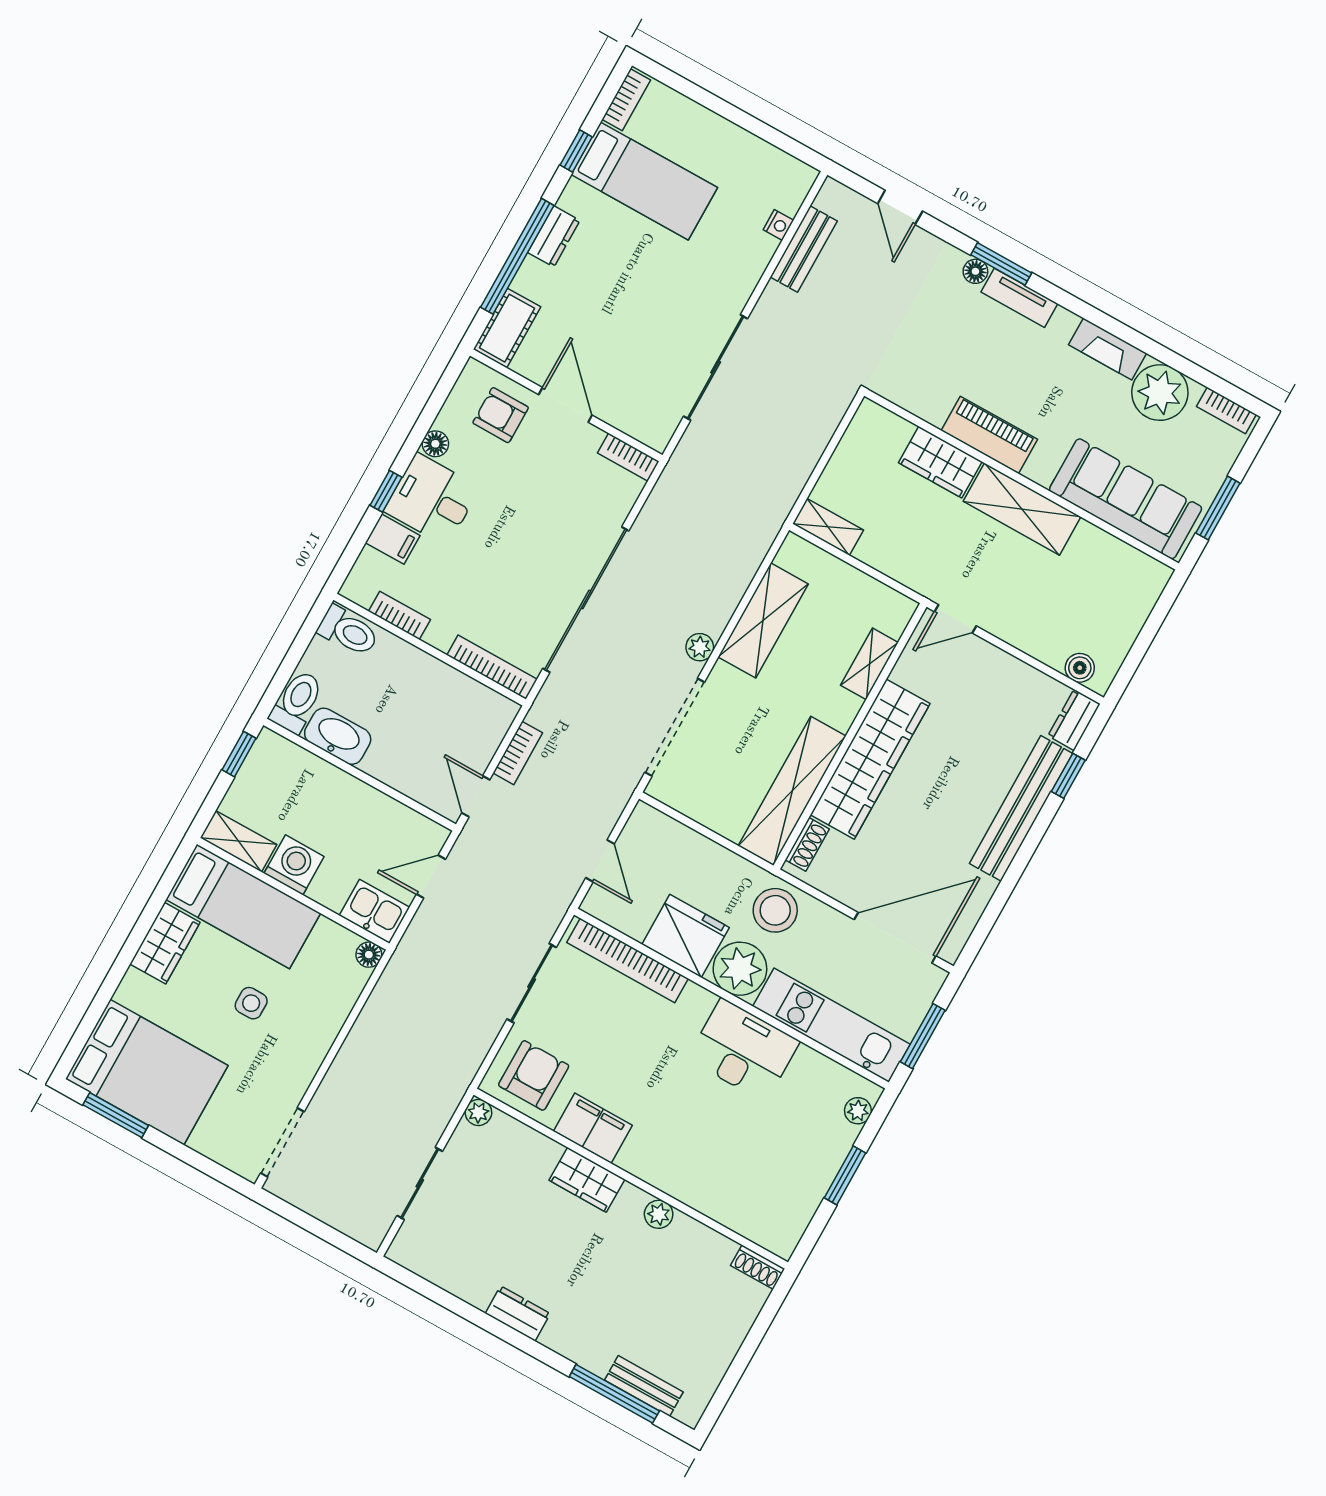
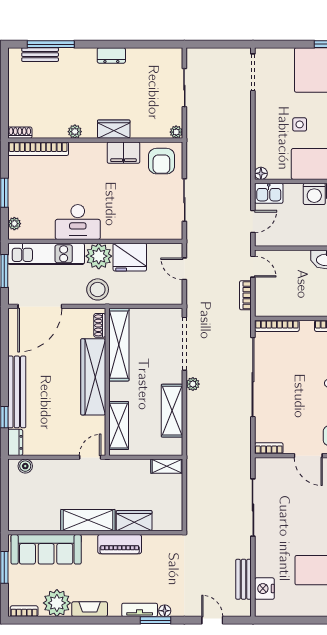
nightstand: (778, 225) -> (264, 589), width x1.89, depth x1.79
shelving: (869, 664) -> (119, 426), width x1.50, depth x1.33
bookcase: (628, 960) -> (38, 149), moved, turned 180

